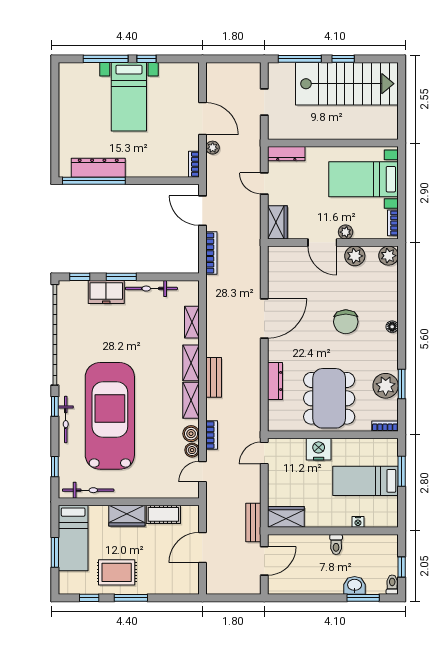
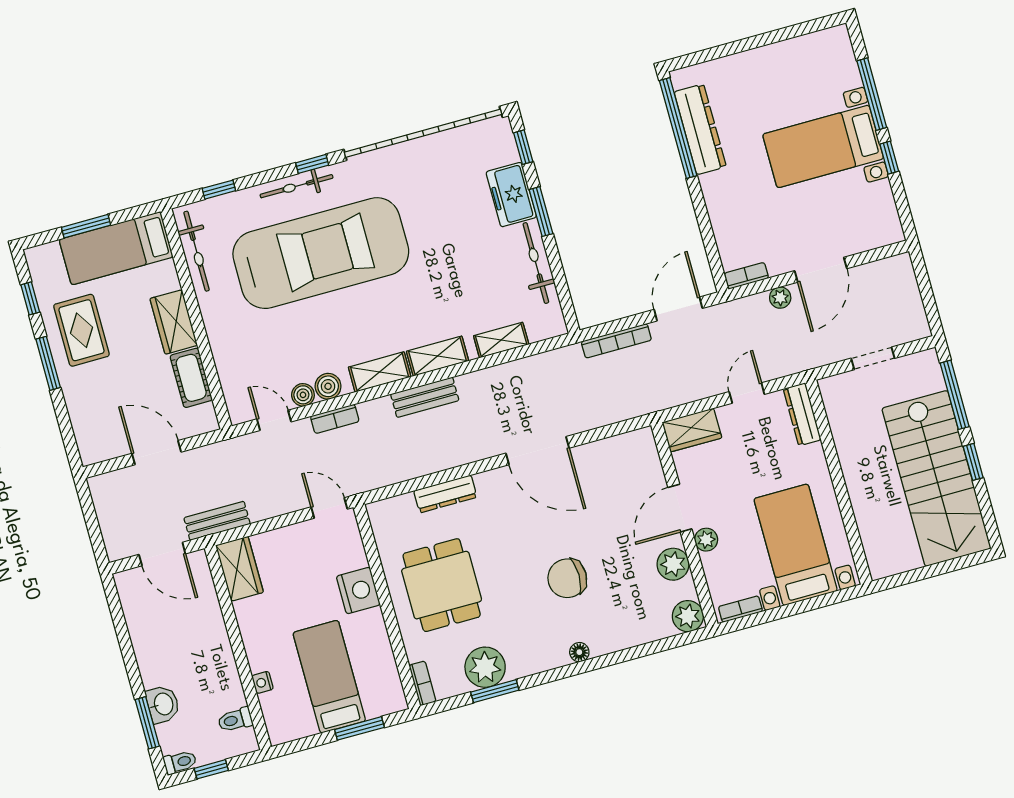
dining table: (329, 398) -> (442, 585), width x0.73
toilet: (336, 545) -> (235, 720), moved

